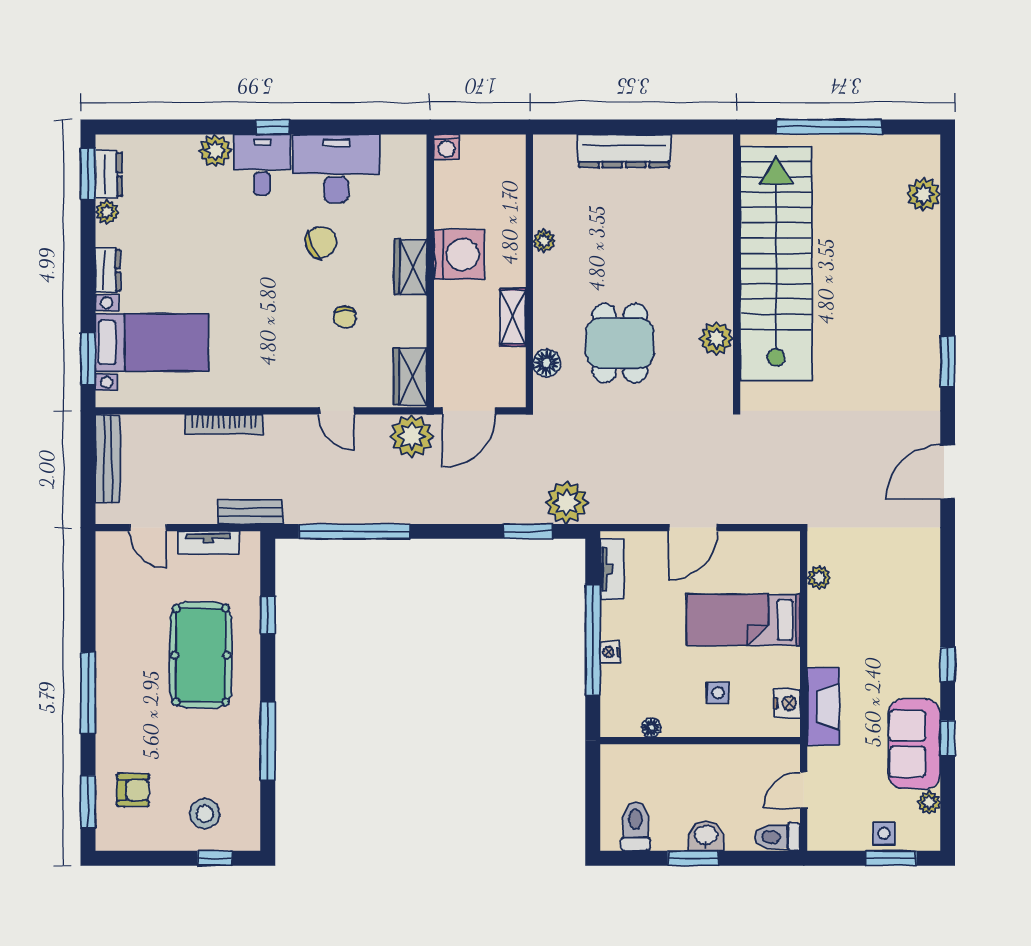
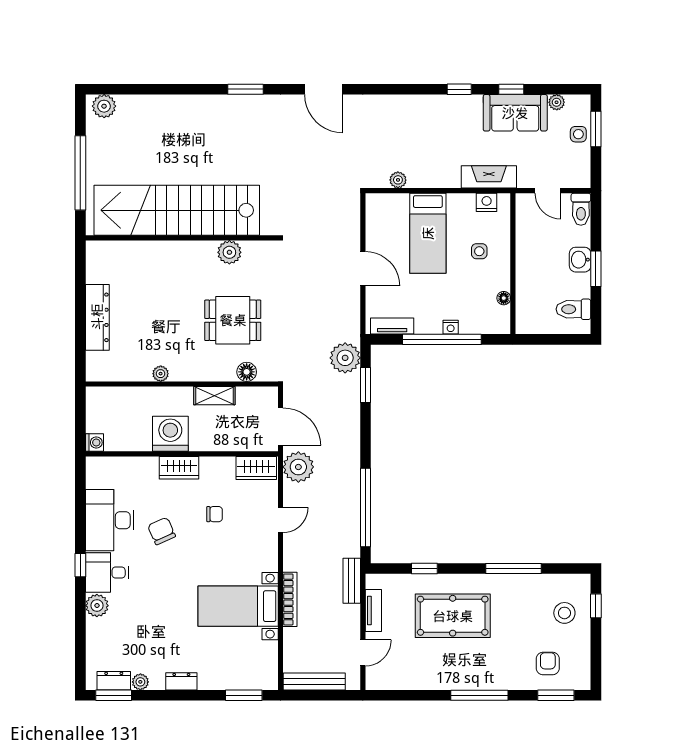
plant: (924, 195) -> (104, 106), moved
bed with nightstands: (152, 343) -> (238, 606), moved, turned -90

